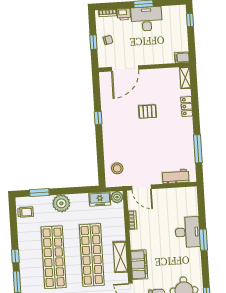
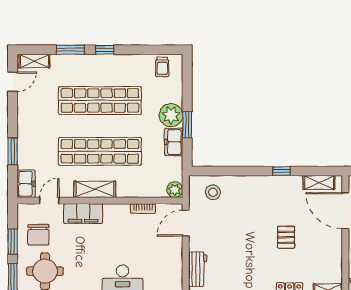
shelving: (105, 89) -> (319, 182), added
window: (39, 193) -> (187, 125), moved
freezer: (100, 199) -> (174, 142), moved

